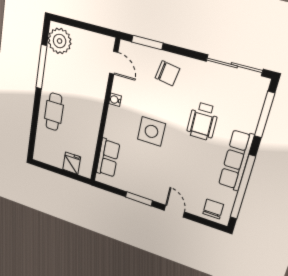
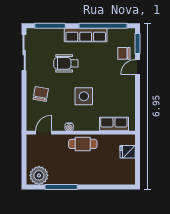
window: (147, 42) -> (24, 112), removed
cafe table: (54, 112) -> (83, 144), moved
wheelchair: (202, 121) -> (66, 63), turned 180
window: (139, 199) -> (138, 44), moved
chair: (213, 209) -> (124, 53), moved

